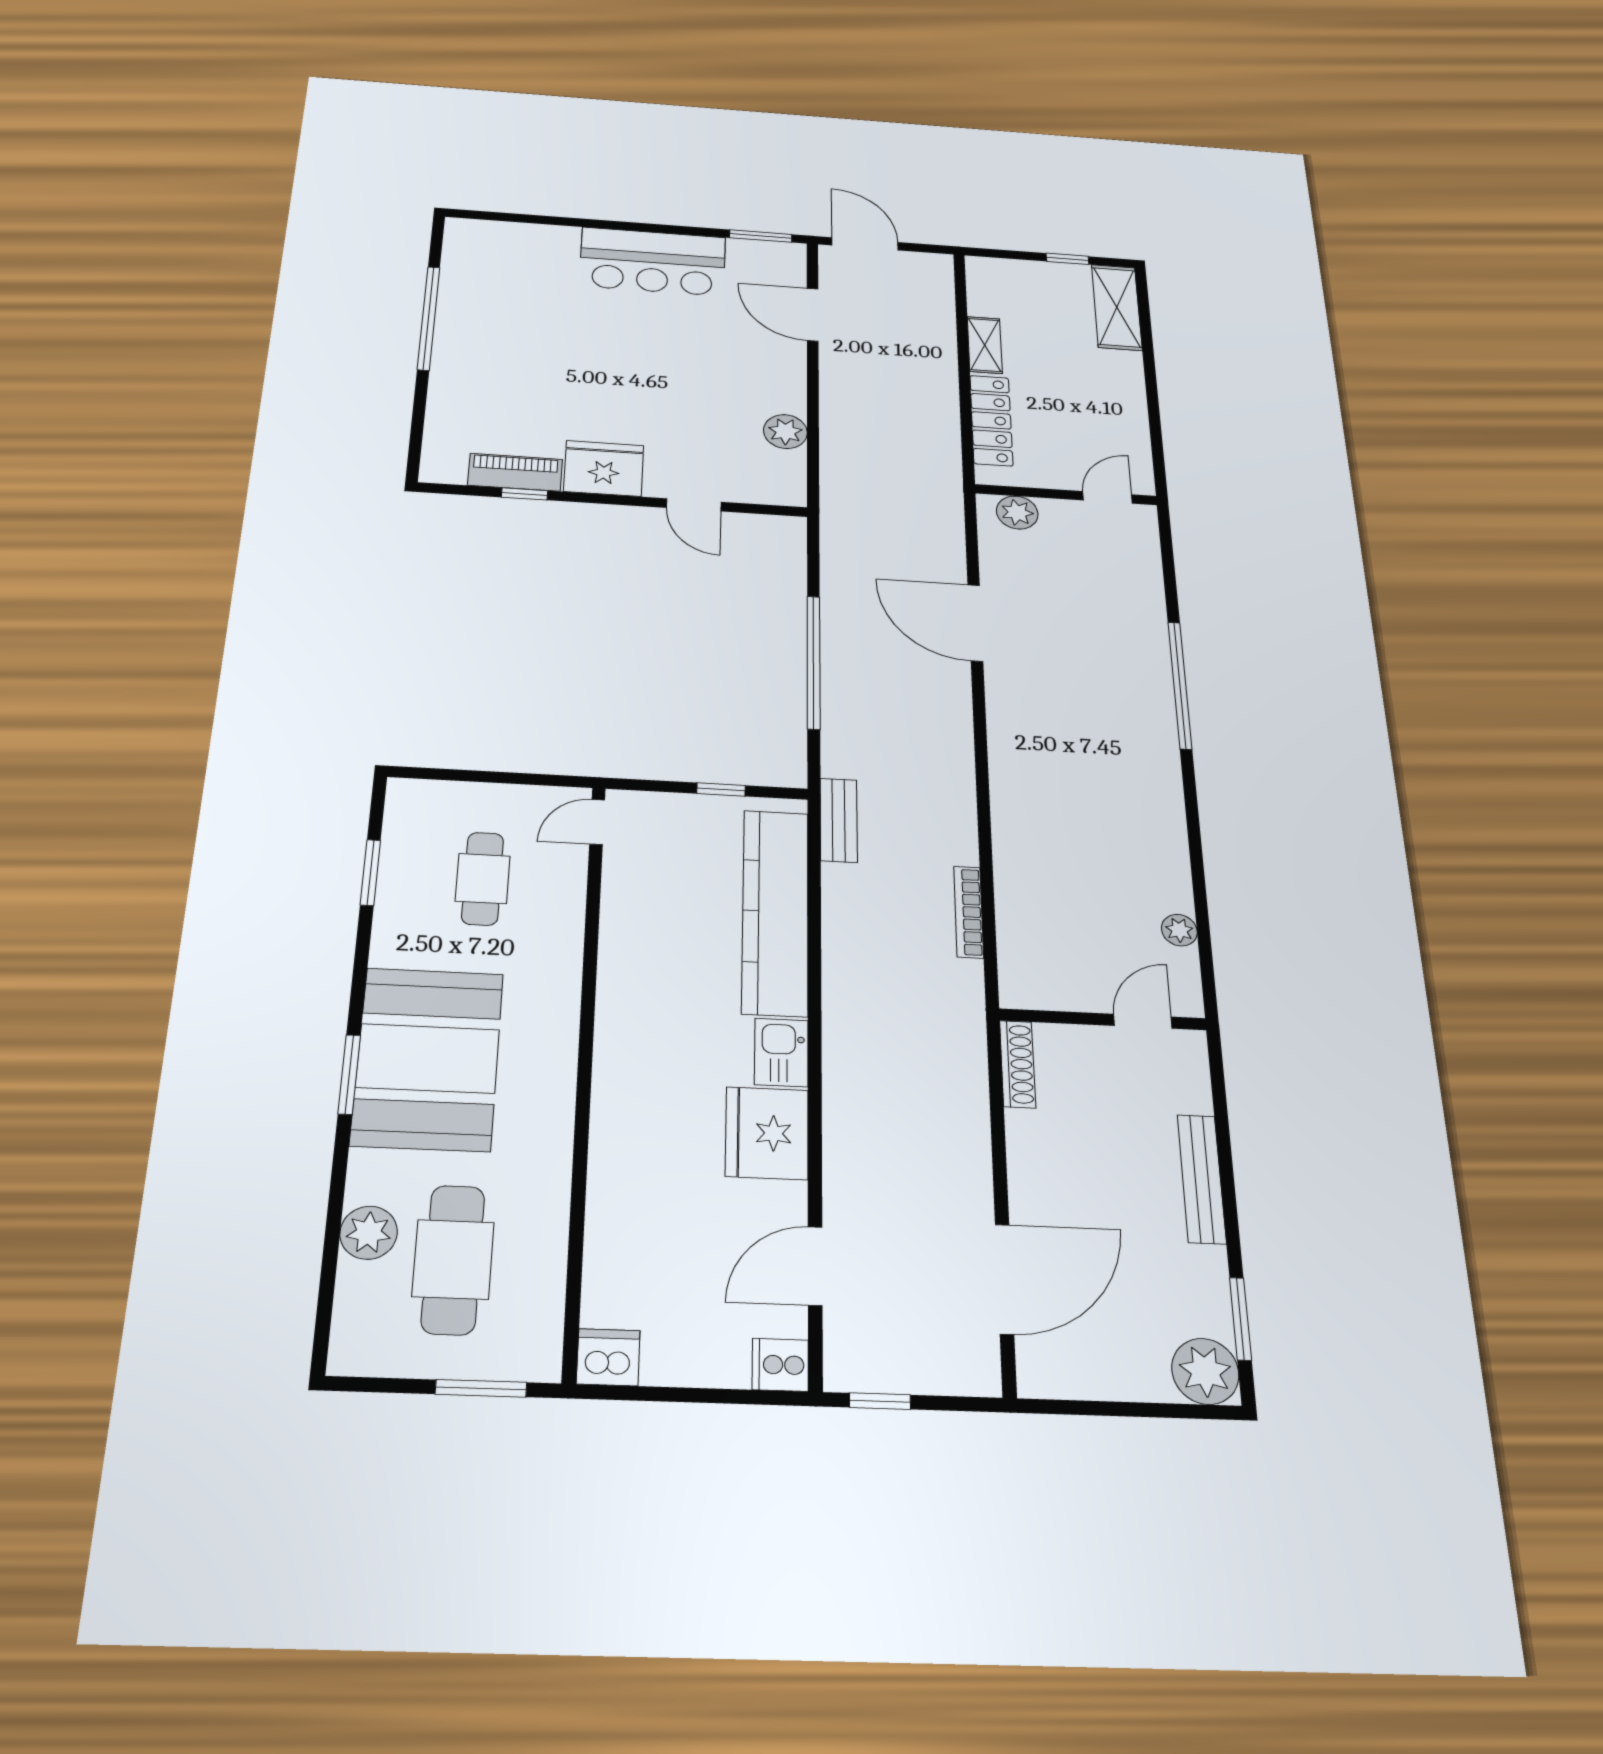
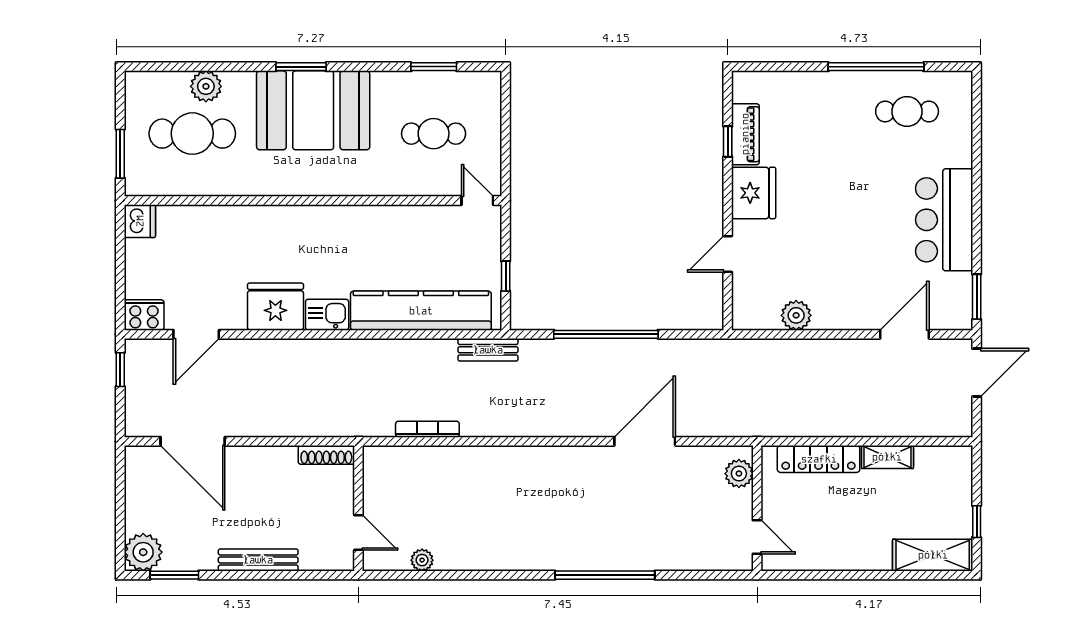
cafe table: (496, 289) -> (907, 111), added
door: (815, 1266) -> (196, 334), swing flipped
cooker: (780, 1365) -> (144, 315), width x1.36

